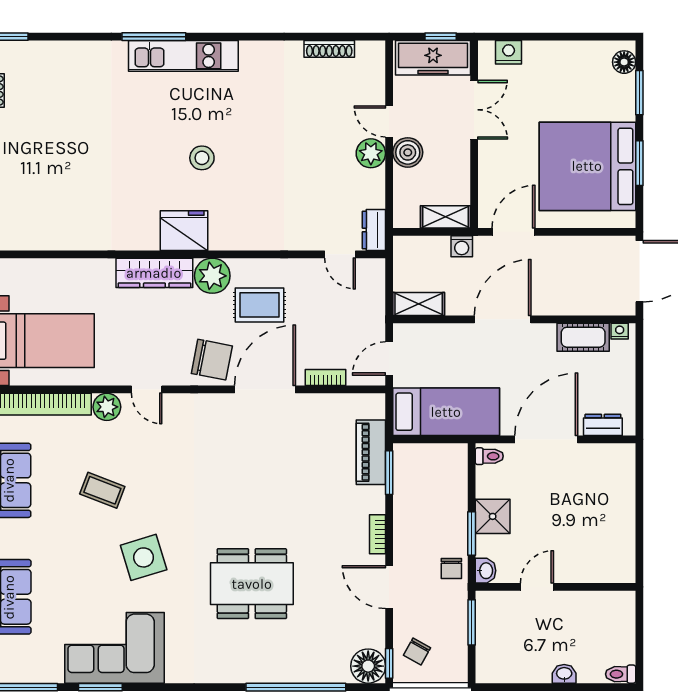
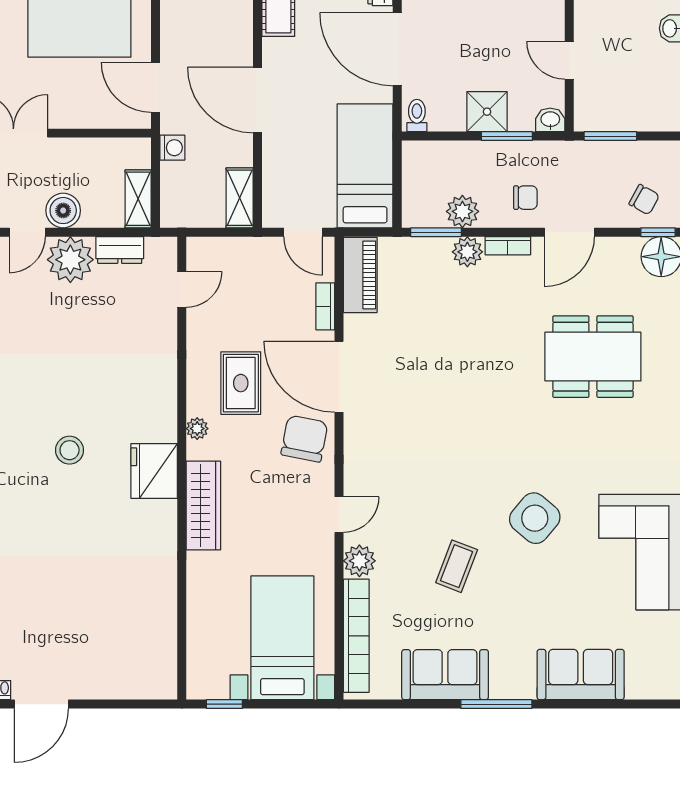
plant: (371, 153) -> (70, 260), width x1.36, depth x1.36
shelving: (446, 217) -> (138, 199), moved
dresser: (374, 230) -> (120, 250), moved
plant: (212, 276) -> (197, 429), width x0.53, depth x0.53
piano: (371, 452) -> (360, 275), moved, turned -90
plant: (407, 495) -> (462, 211), added
plant: (372, 500) -> (467, 252), added
side table: (144, 557) -> (535, 518), turned -33
chair: (451, 568) -> (525, 198), moved
dining table: (252, 584) -> (593, 357), moved, turned 90

